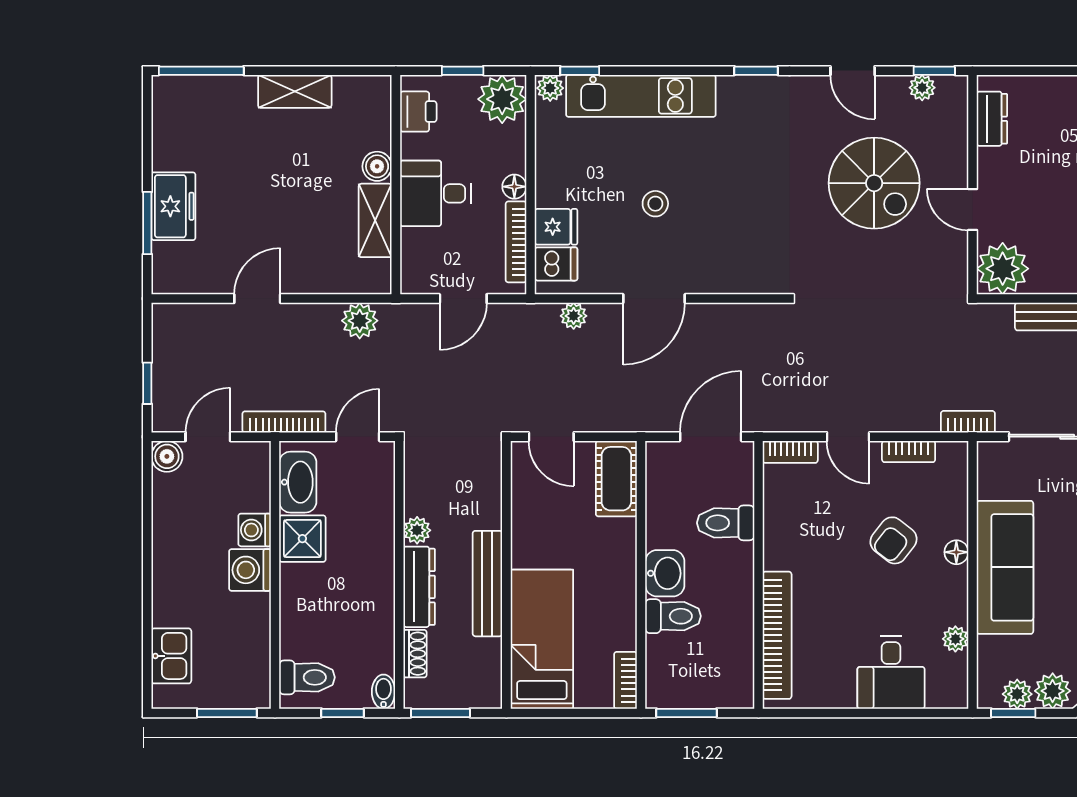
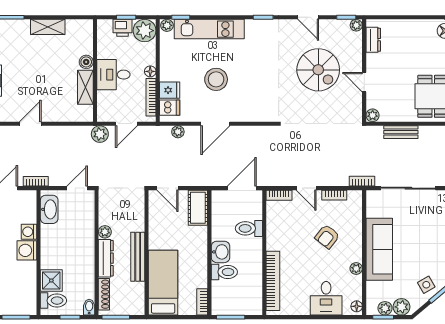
plant: (922, 88) -> (356, 25), moved
printer: (418, 112) -> (123, 28), moved, turned 90
stool: (655, 204) -> (216, 79), width x1.89, depth x1.89
plant: (1003, 269) -> (373, 115), width x0.53, depth x0.53
plant: (360, 321) -> (100, 134), moved
bookcase: (284, 422) -> (36, 181), width x0.64
shower: (302, 539) -> (51, 280), moved
floor lamp: (956, 552) -> (357, 306), moved
plant: (955, 639) -> (356, 268), moved
shoe rack: (415, 654) -> (104, 294), width x1.43

